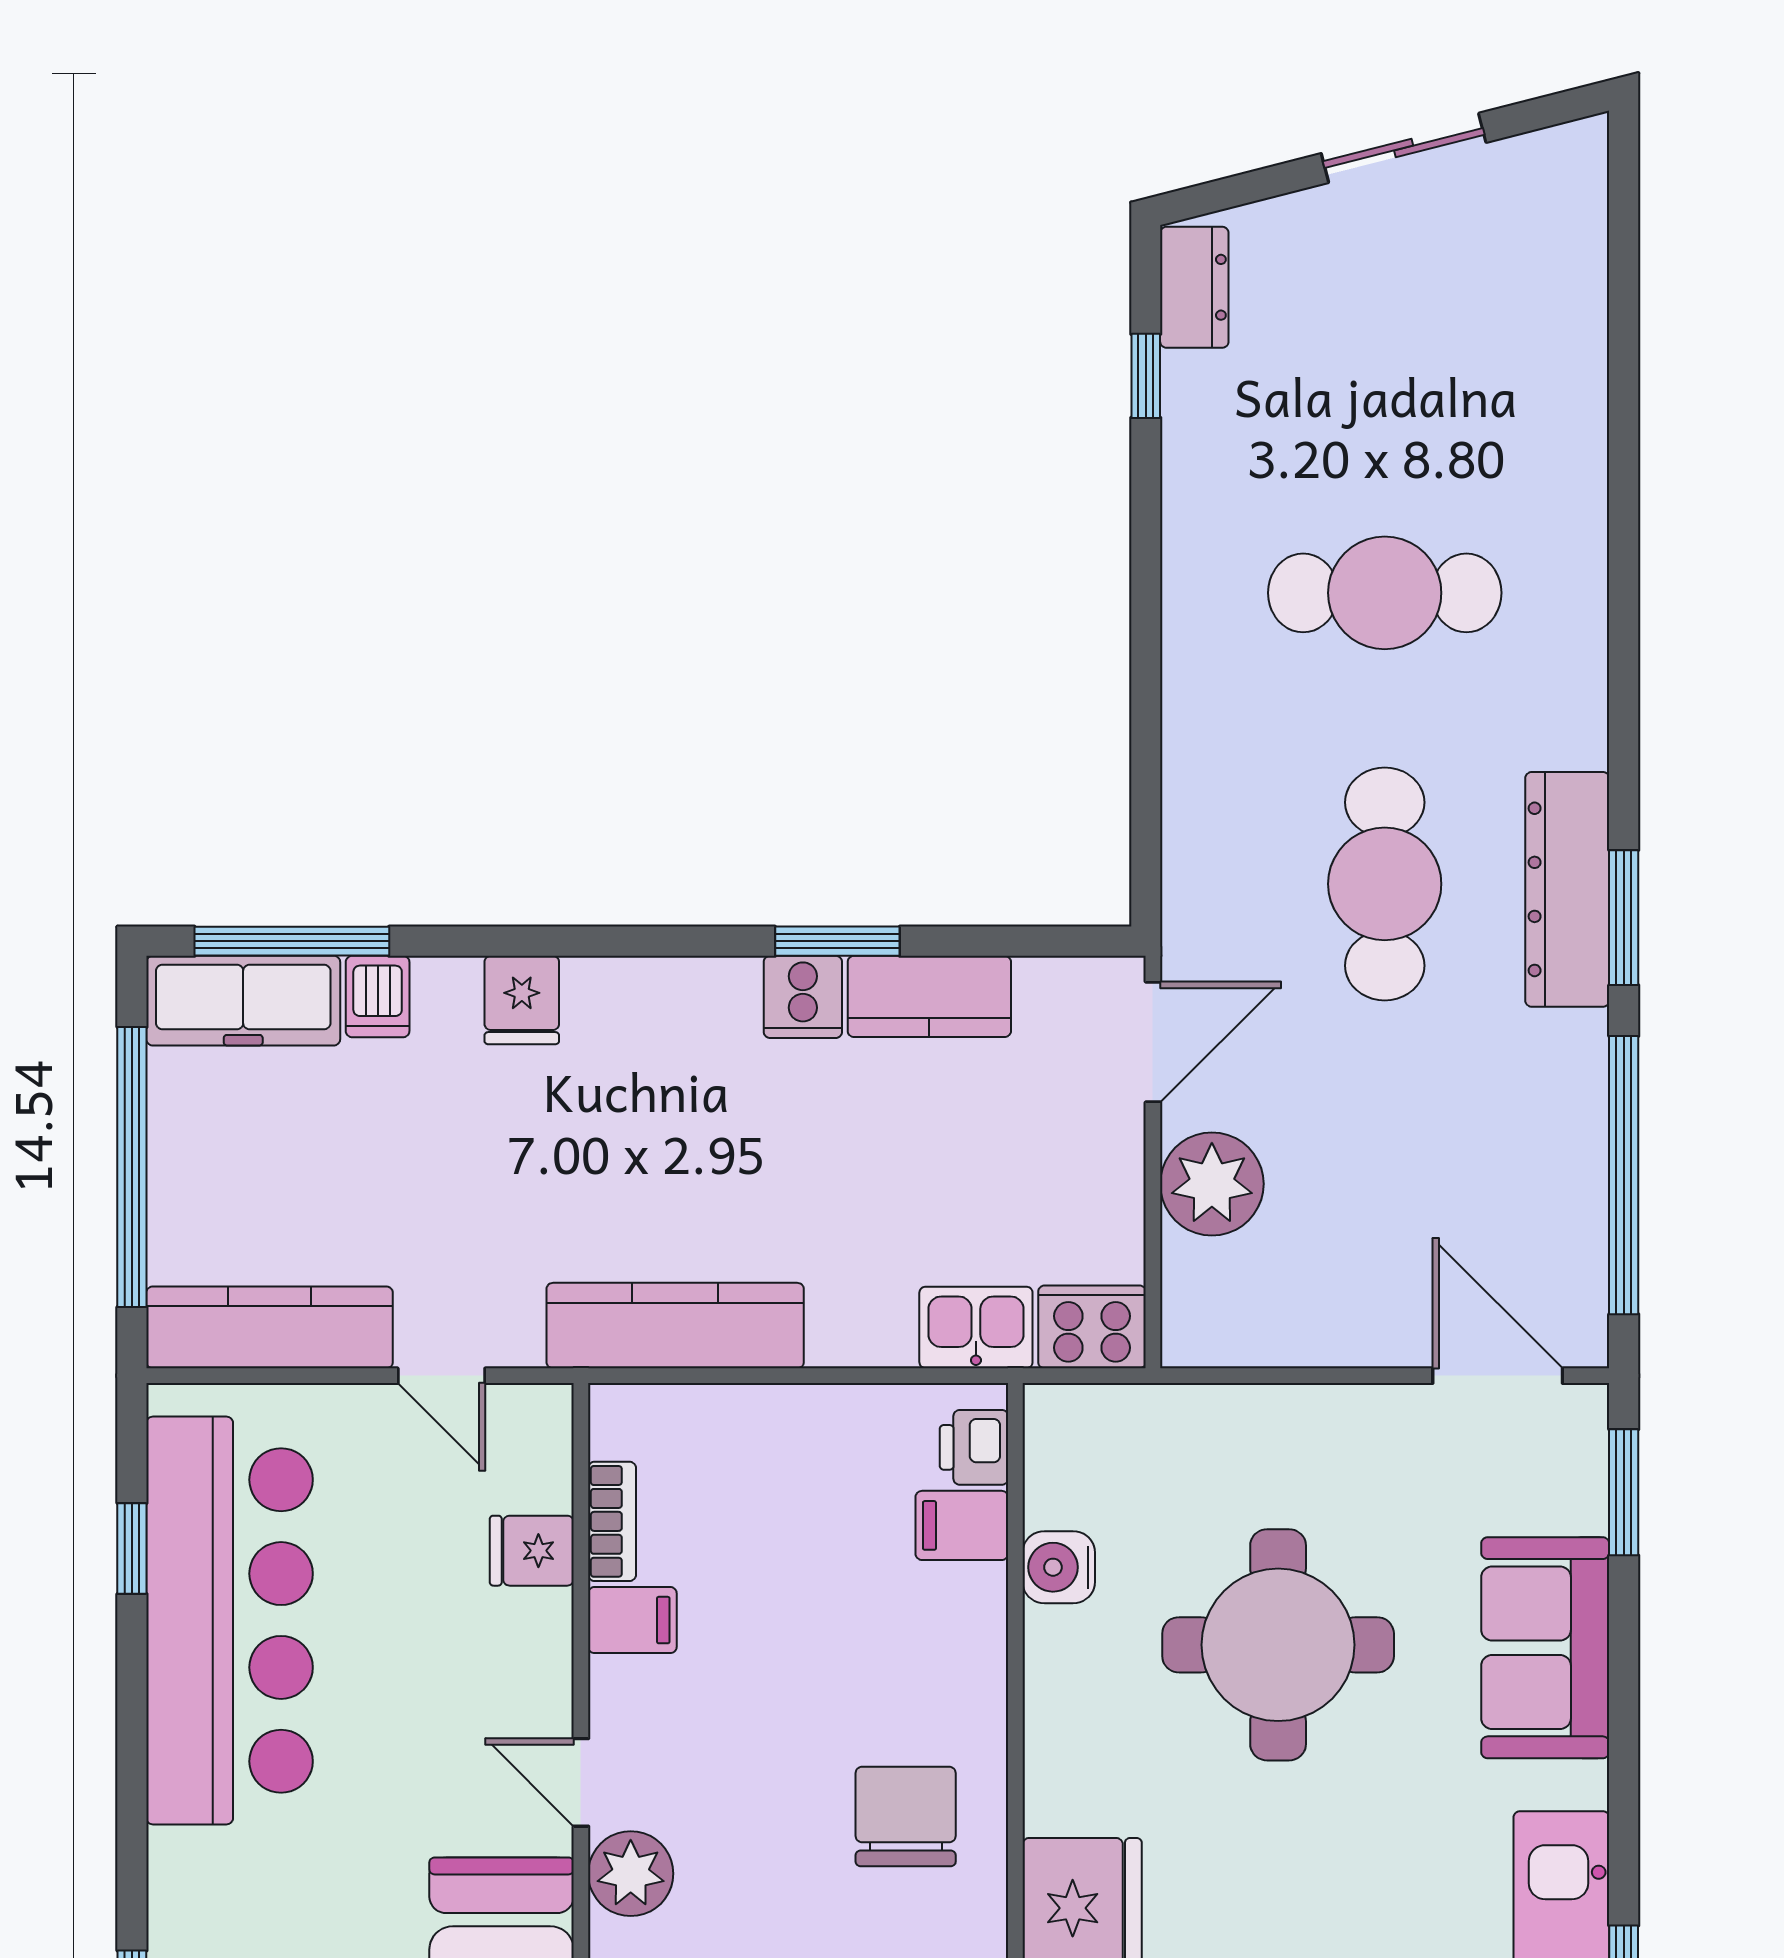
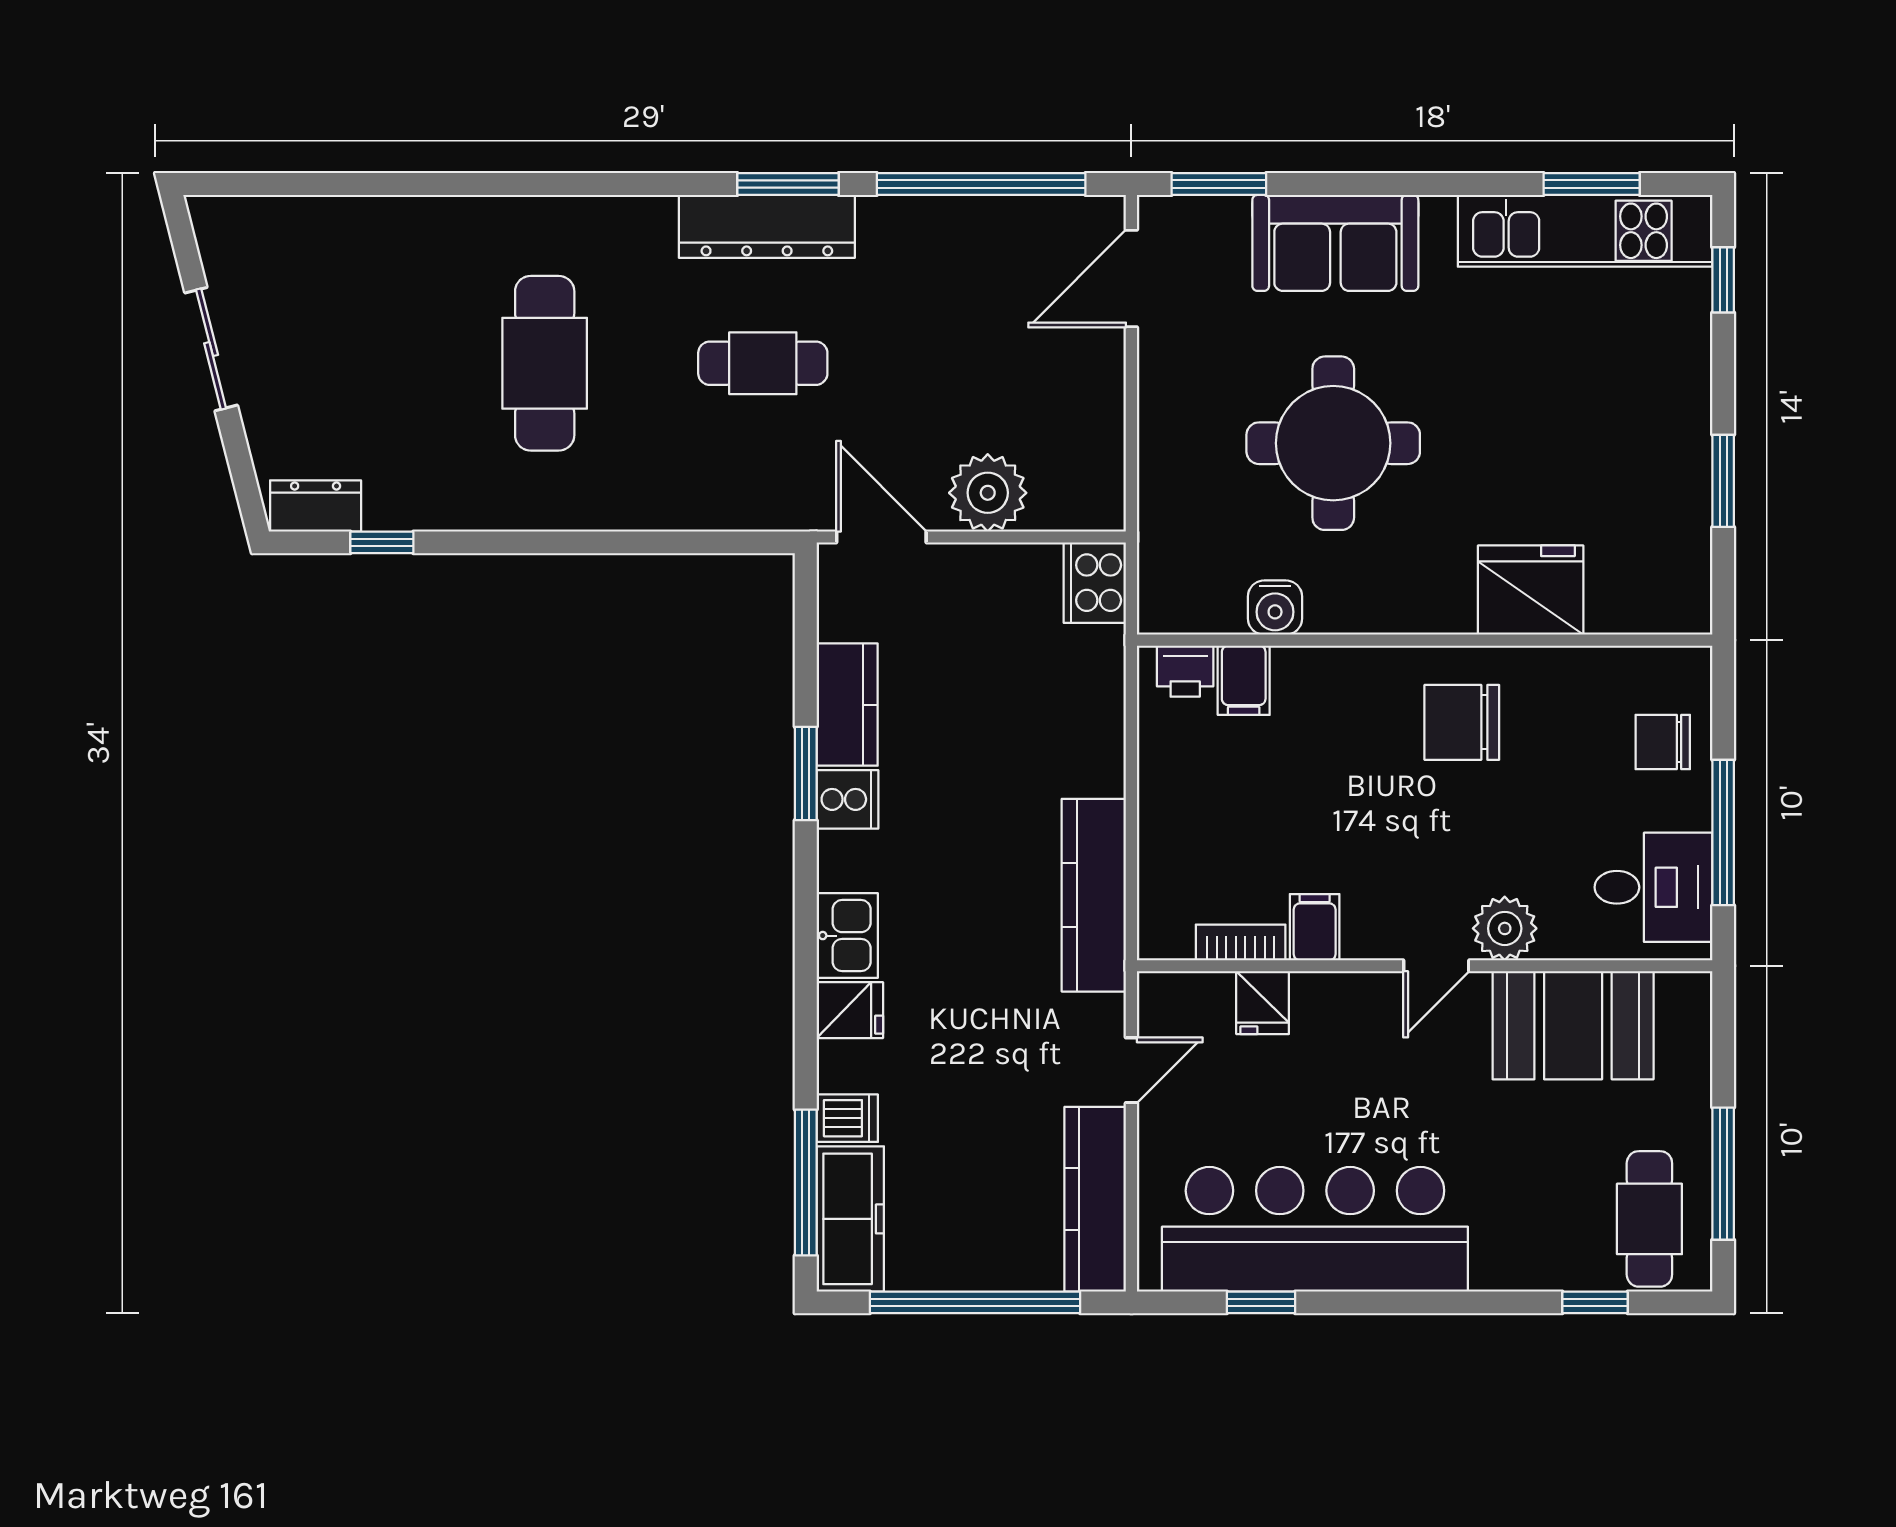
cafe table: (1385, 884) -> (763, 363), width x0.73, depth x0.74
kitchen sink: (976, 1327) -> (847, 936), moved, turned 180

